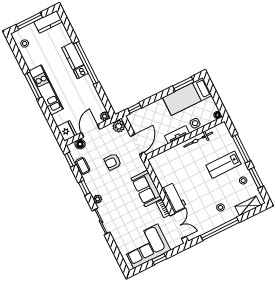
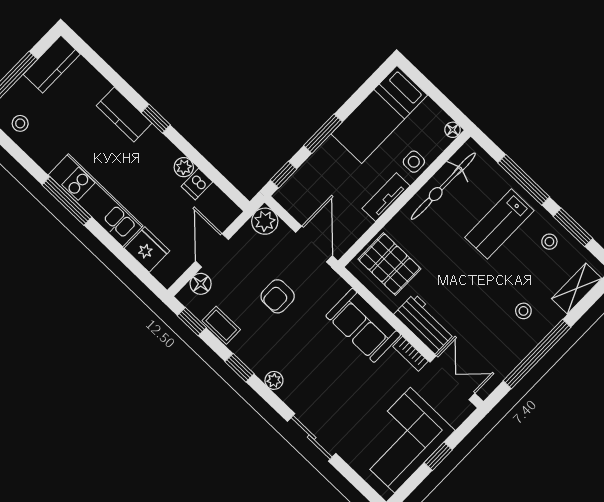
window: (86, 63) -> (156, 119), width x0.32
dishwasher: (81, 72) -> (197, 184), moved
window: (183, 84) -> (323, 134), moved
plant: (105, 116) -> (184, 167), moved
fridge: (67, 131) -> (147, 249), moved
bicycle: (198, 140) -> (443, 186), width x1.37, depth x1.40
pallet: (168, 165) -> (389, 264), added
sliding door: (101, 222) -> (312, 437), moved

